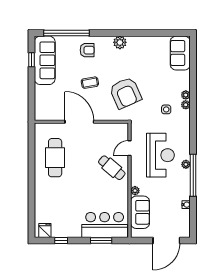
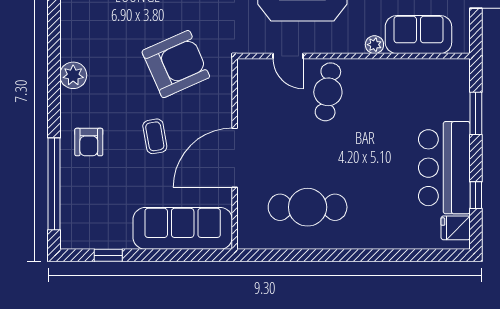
armchair: (87, 50) -> (89, 142), turned 180
sofa: (45, 60) -> (183, 228), moved
cafe table: (112, 168) -> (328, 92), turned -32
bar counter: (105, 225) -> (444, 168), moved

